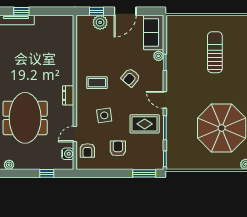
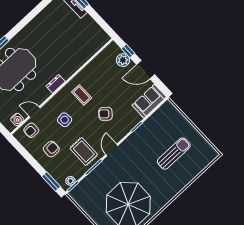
plant: (159, 56) -> (70, 181), moved

